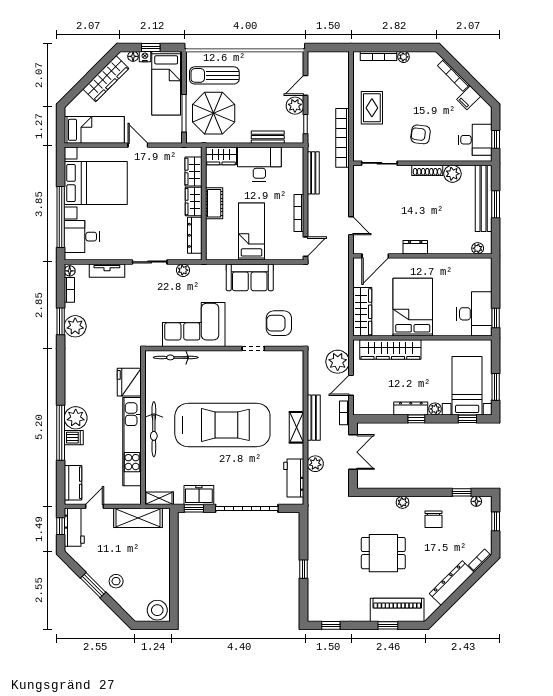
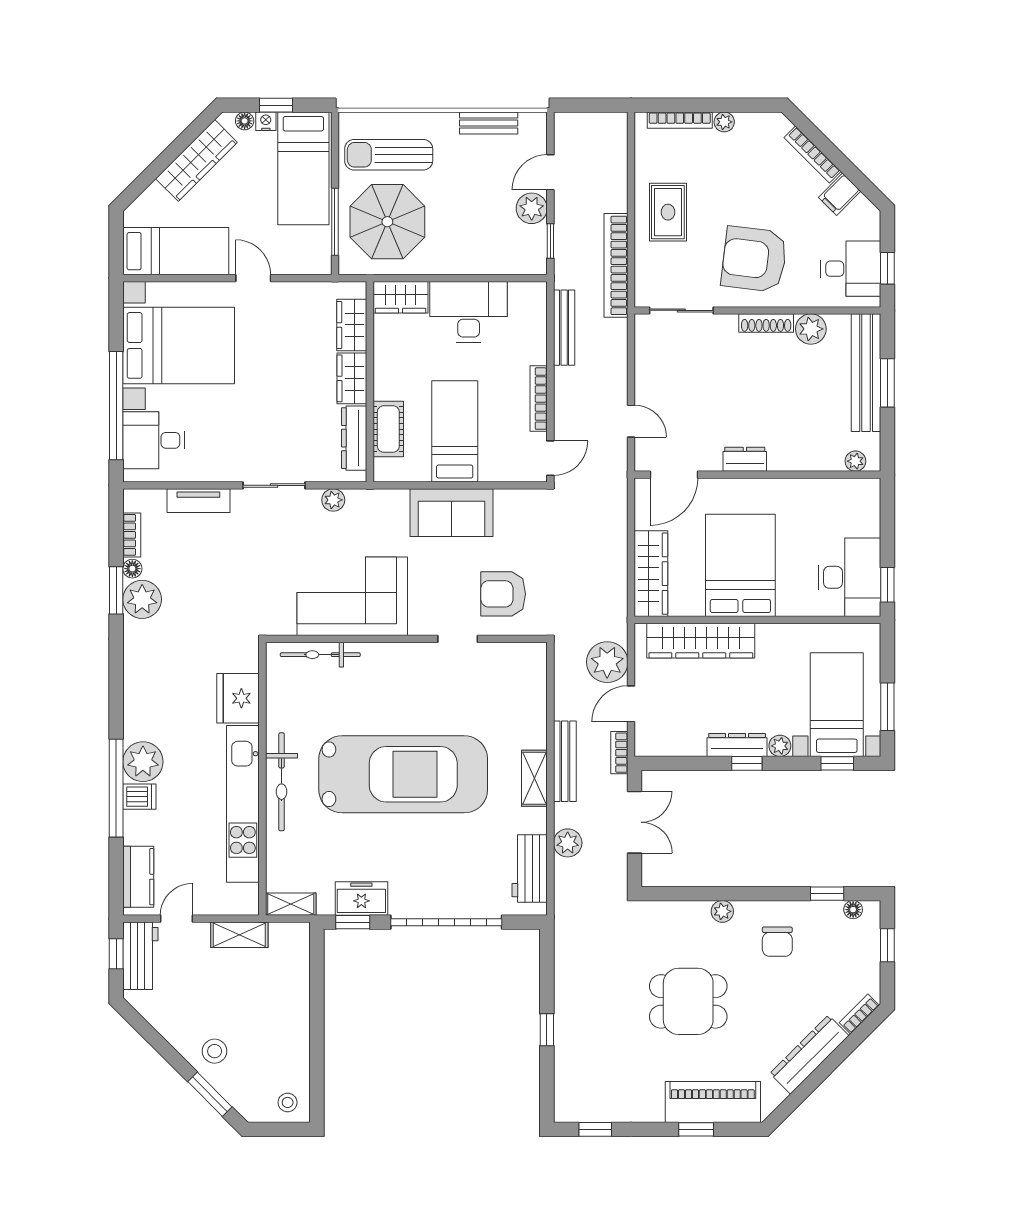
armchair: (421, 134) -> (754, 259), width x1.88, depth x1.88
bench: (268, 137) -> (489, 123), moved
cot: (214, 203) -> (388, 429), moved
floor lamp: (70, 271) -> (132, 569), moved
shelving: (138, 518) -> (239, 935), width x0.67, depth x0.75
window: (93, 585) -> (210, 1094), moved
stool: (157, 610) -> (288, 1102), width x0.53, depth x0.53

